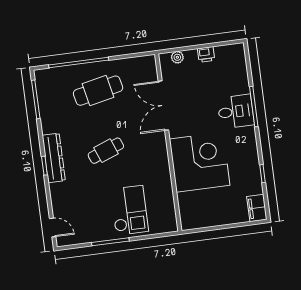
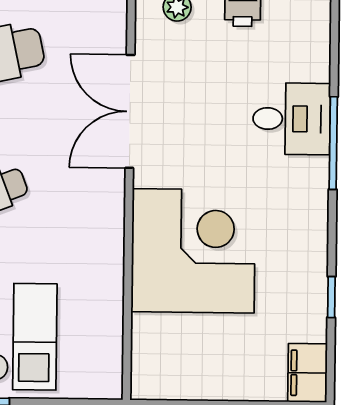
desk: (236, 111) -> (292, 119), moved

